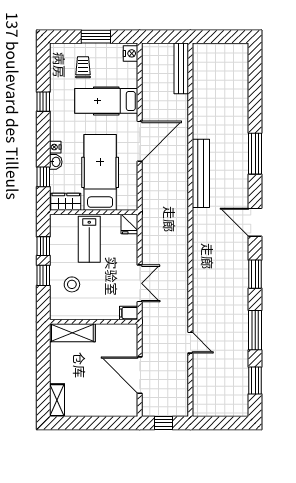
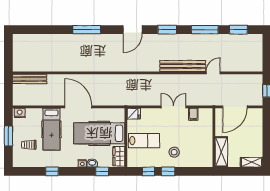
bench: (201, 173) -> (183, 66), moved
wall: (94, 322) -> (214, 138), moved
shelving: (72, 333) -> (221, 152), moved

